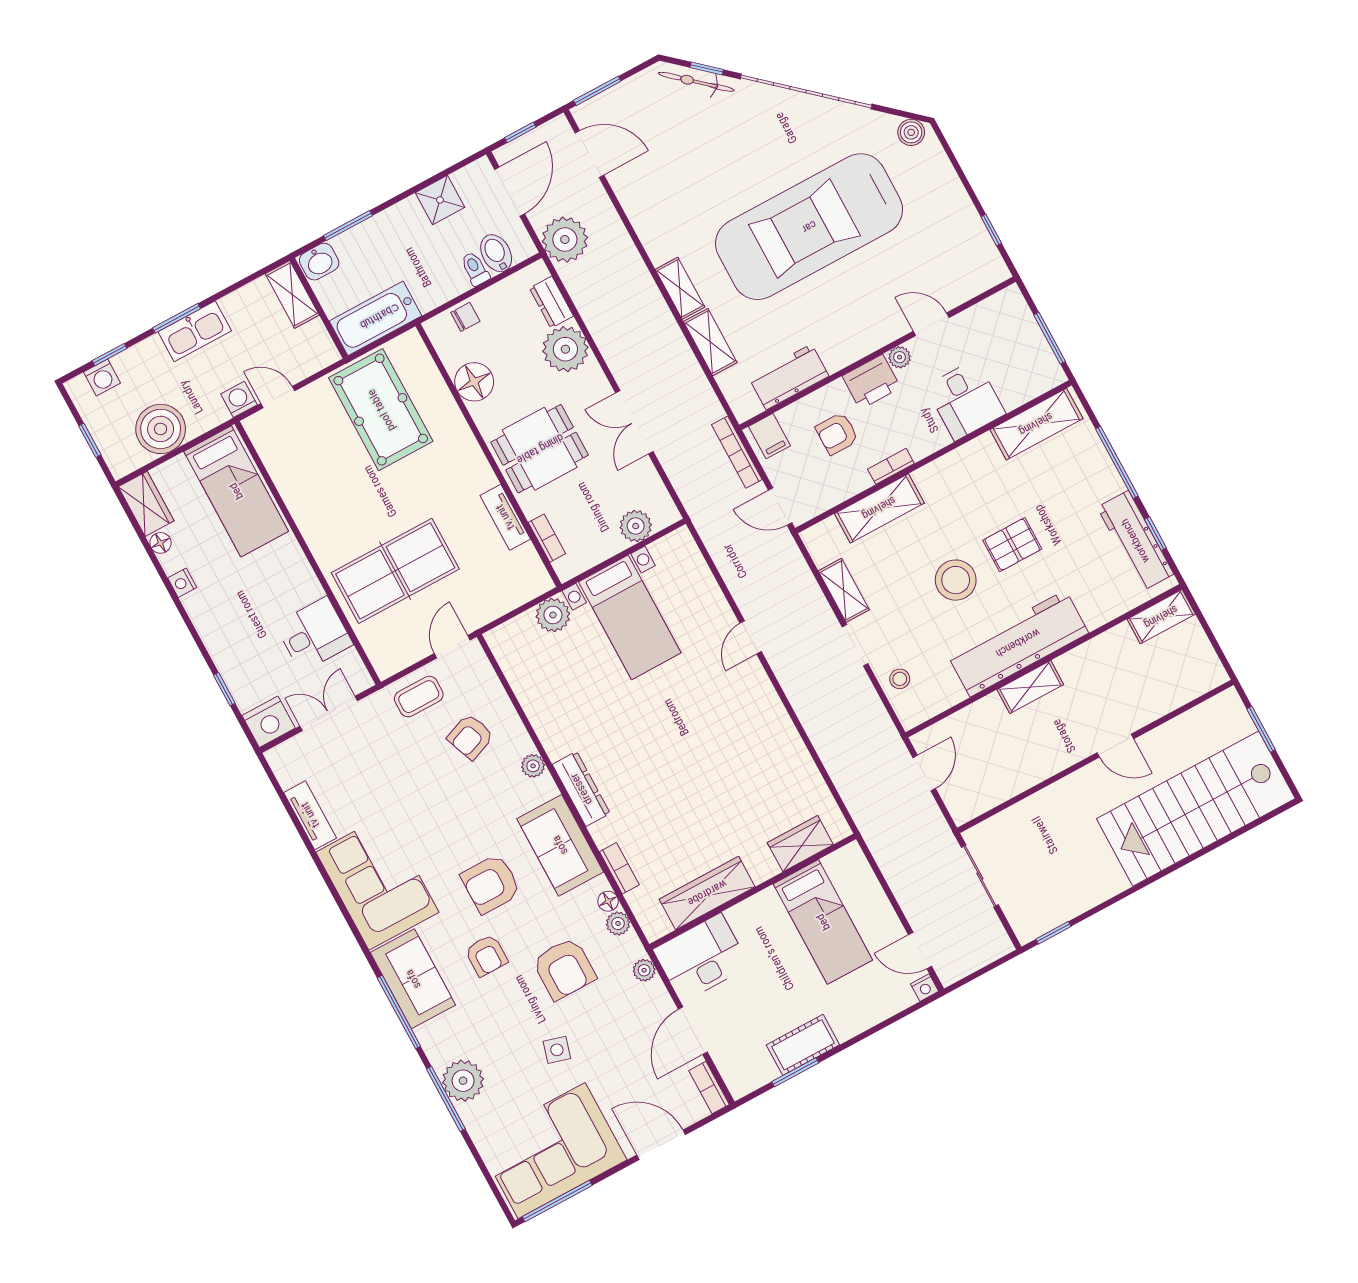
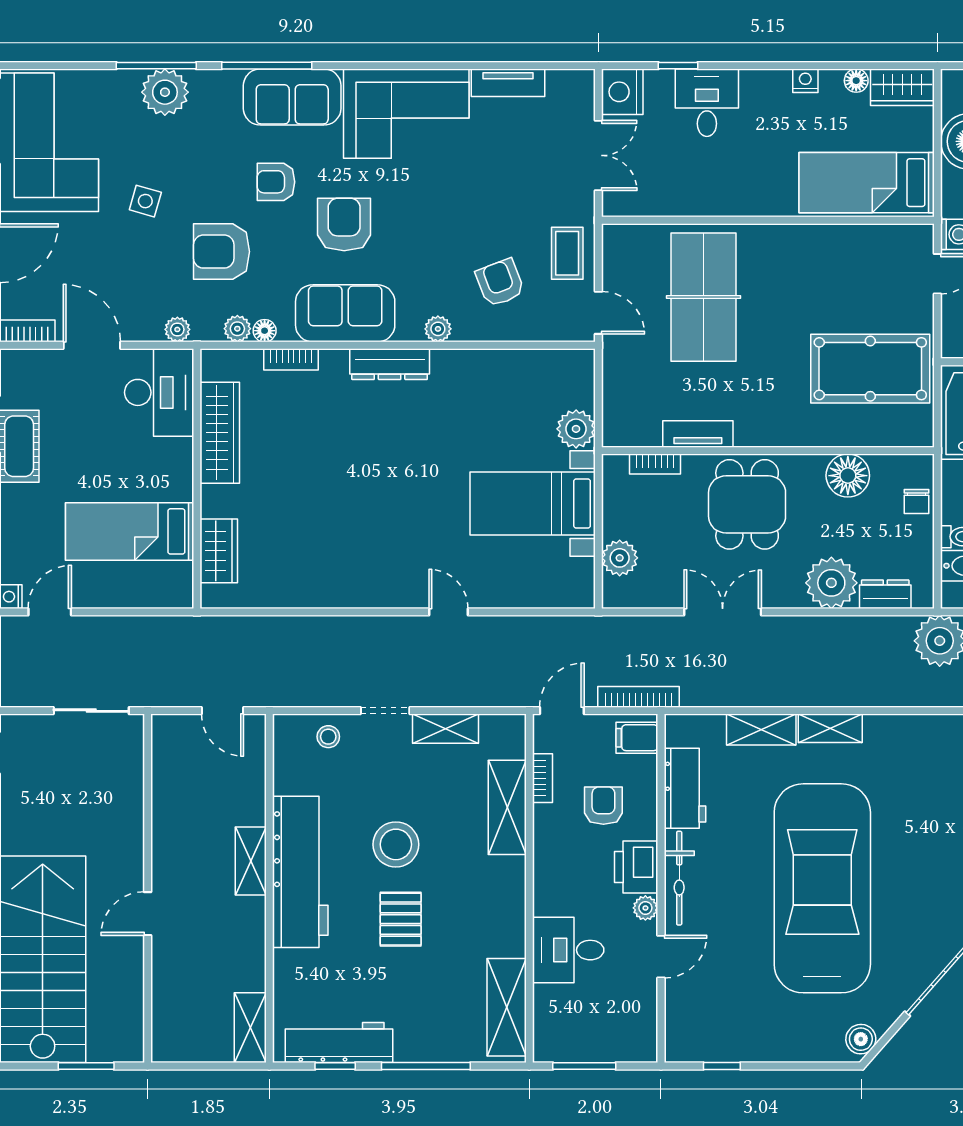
bicycle: (862, 343) -> (679, 878), added
bookcase: (891, 466) -> (542, 778), moved
desk: (314, 634) -> (707, 103), moved, turned 180

